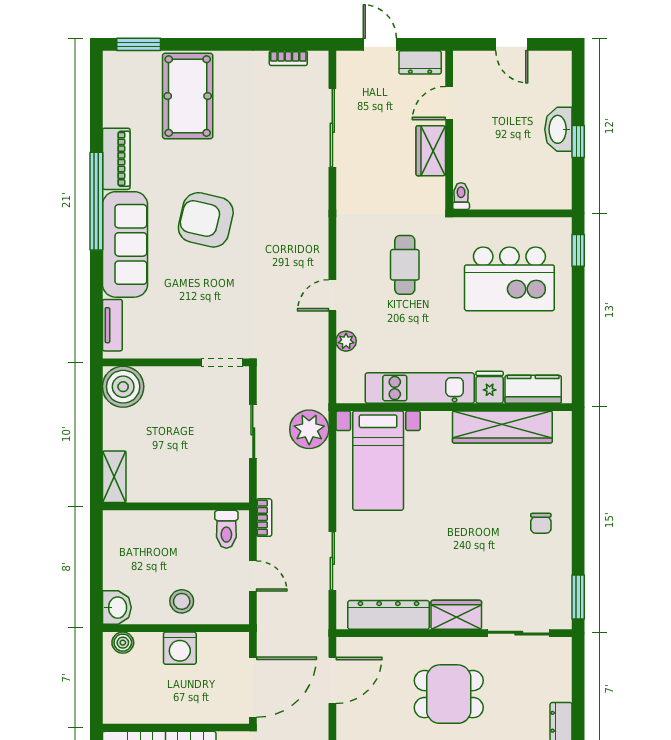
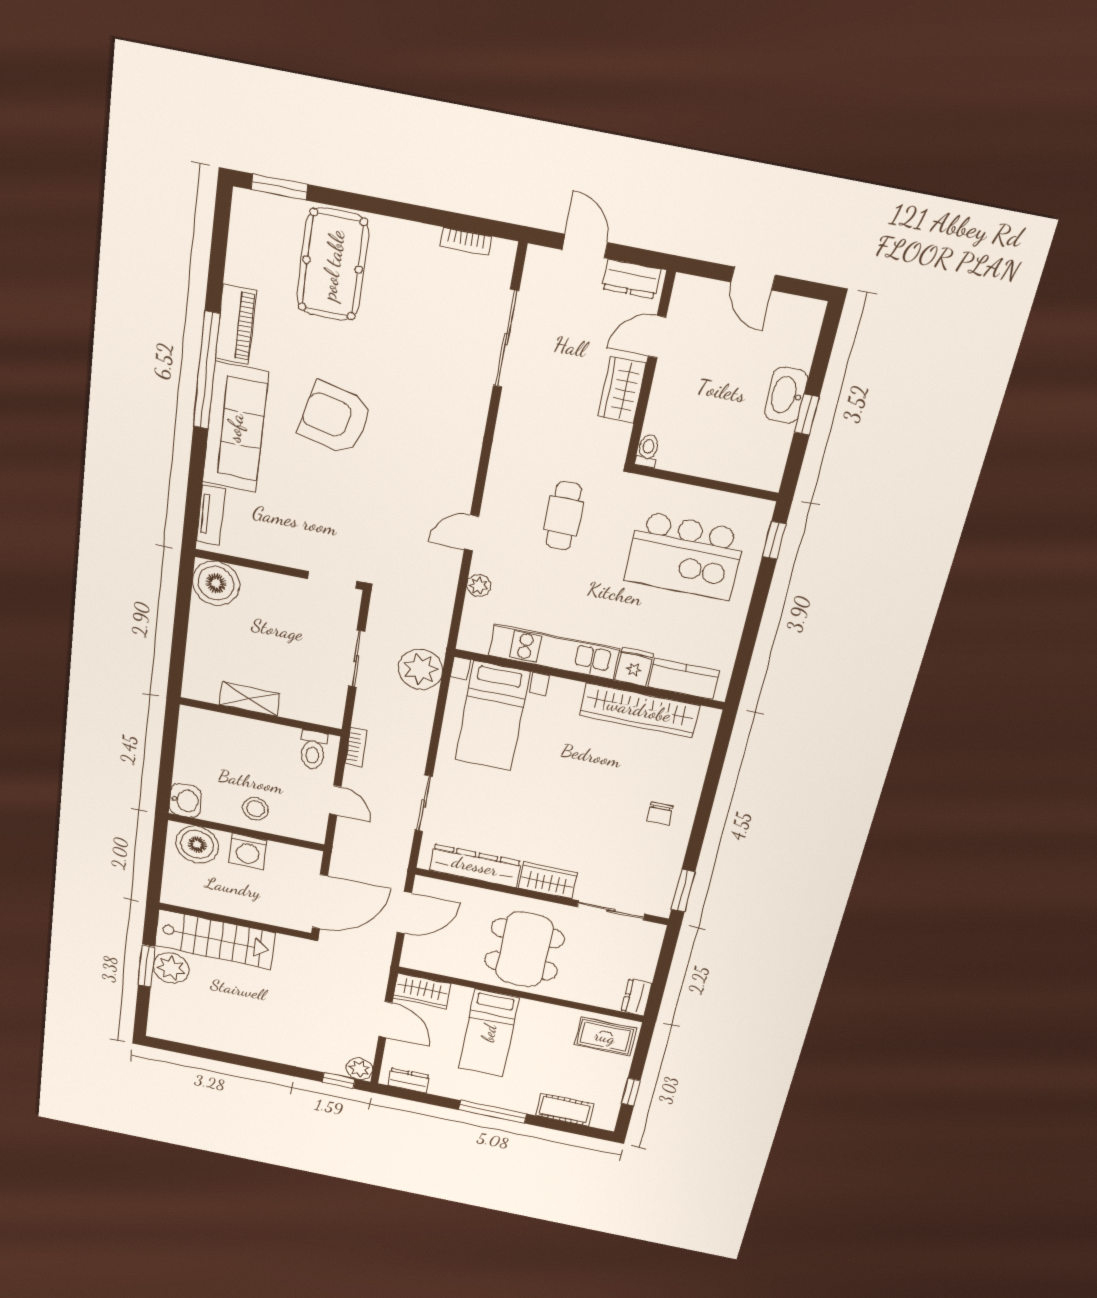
shelving: (114, 477) -> (250, 699), moved, turned 90
boiler: (123, 643) -> (197, 845), width x1.86, depth x1.86
dining table: (449, 694) -> (524, 949), width x1.38

